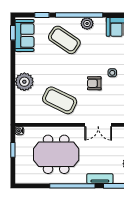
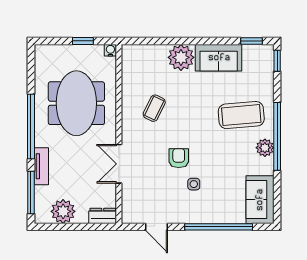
window: (42, 15) -> (277, 61), moved
sofa: (25, 35) -> (219, 58), moved
coffee table: (64, 40) -> (241, 115), turned 51
coffee table: (60, 100) -> (154, 108), width x0.54, depth x0.58

